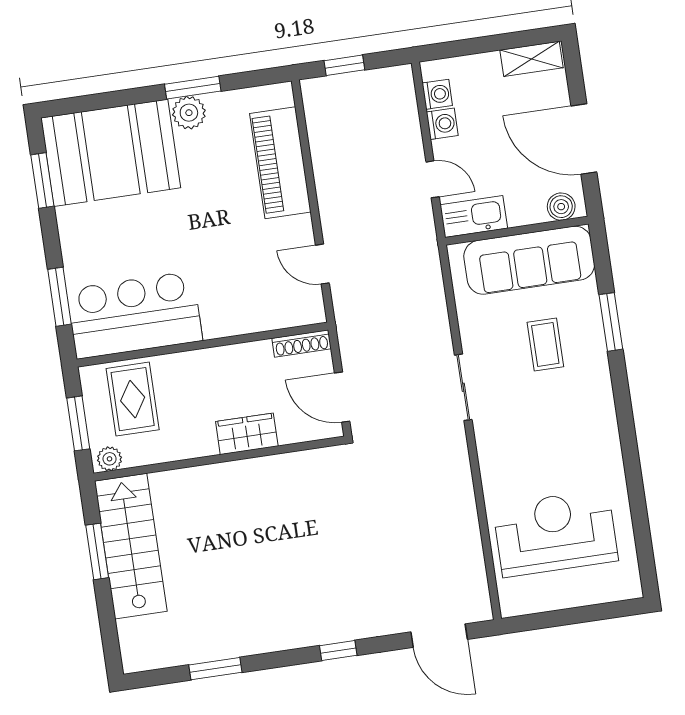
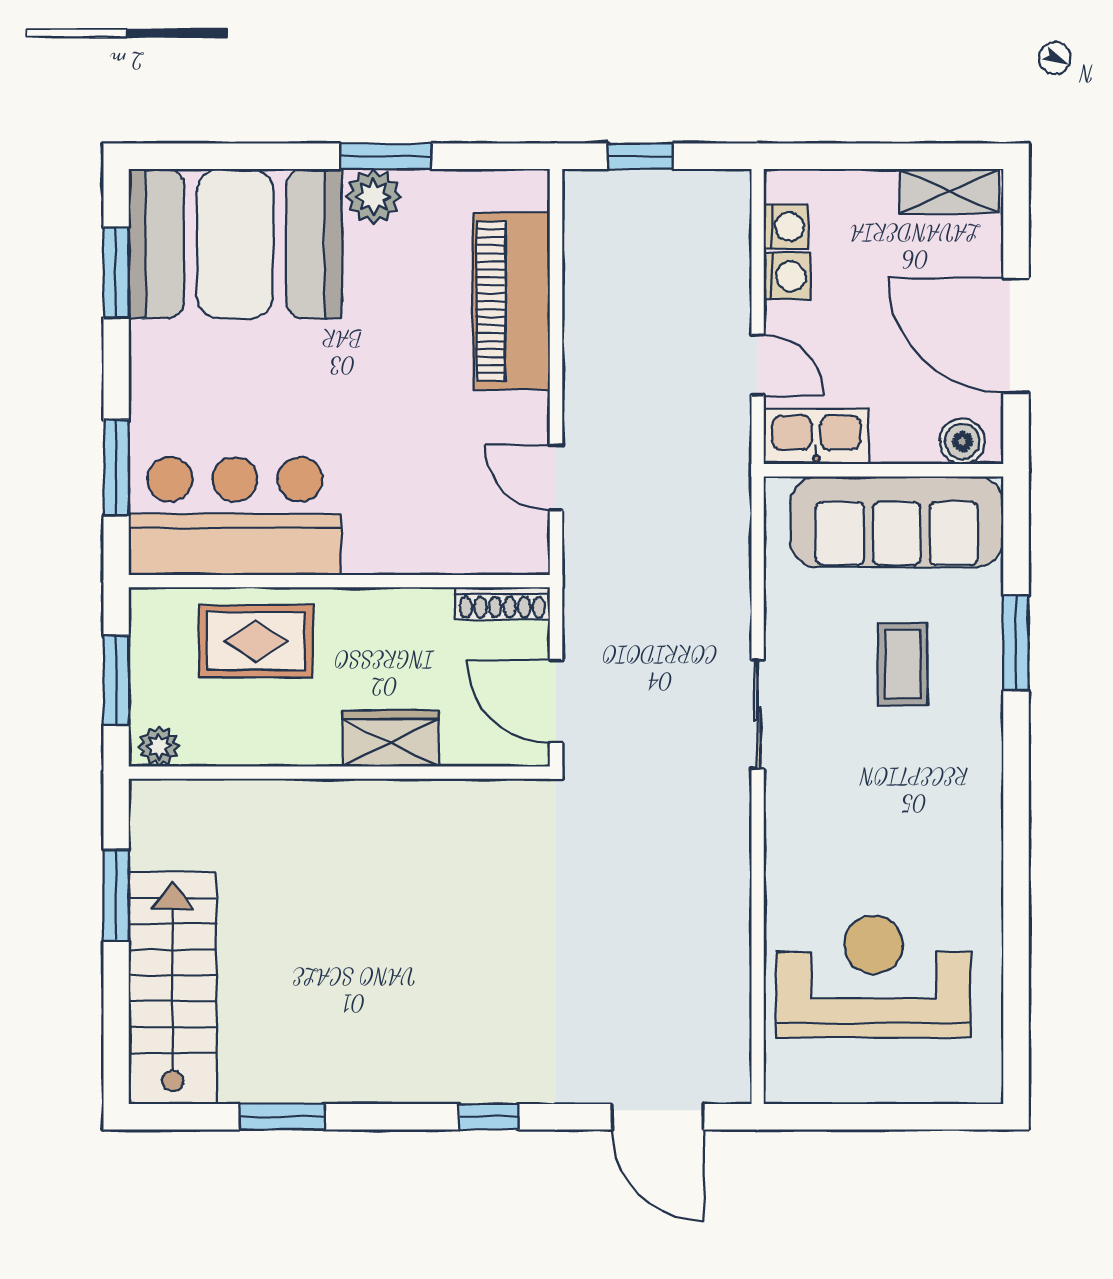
rug: (133, 399) -> (256, 641), moved, turned 90
stairs: (131, 546) -> (173, 988), moved

